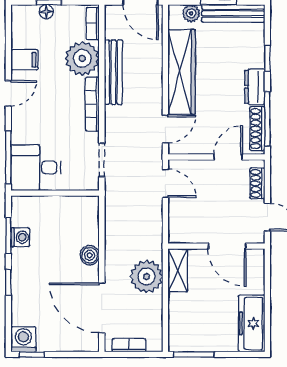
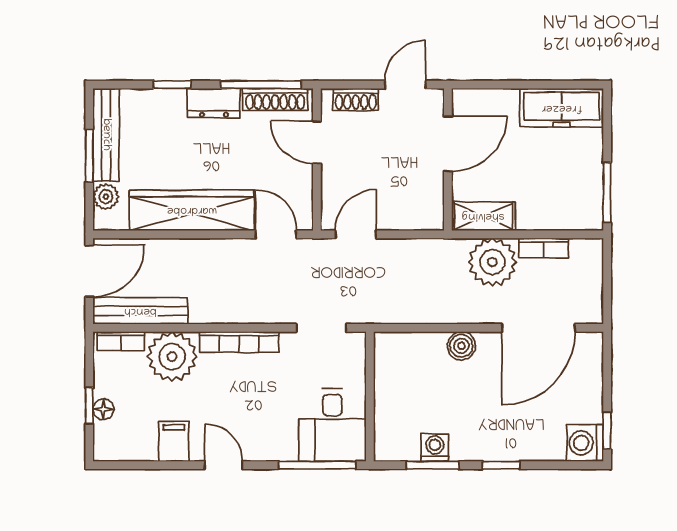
bench: (113, 72) -> (140, 311), moved
bookcase: (129, 345) -> (544, 248), moved, turned -90

